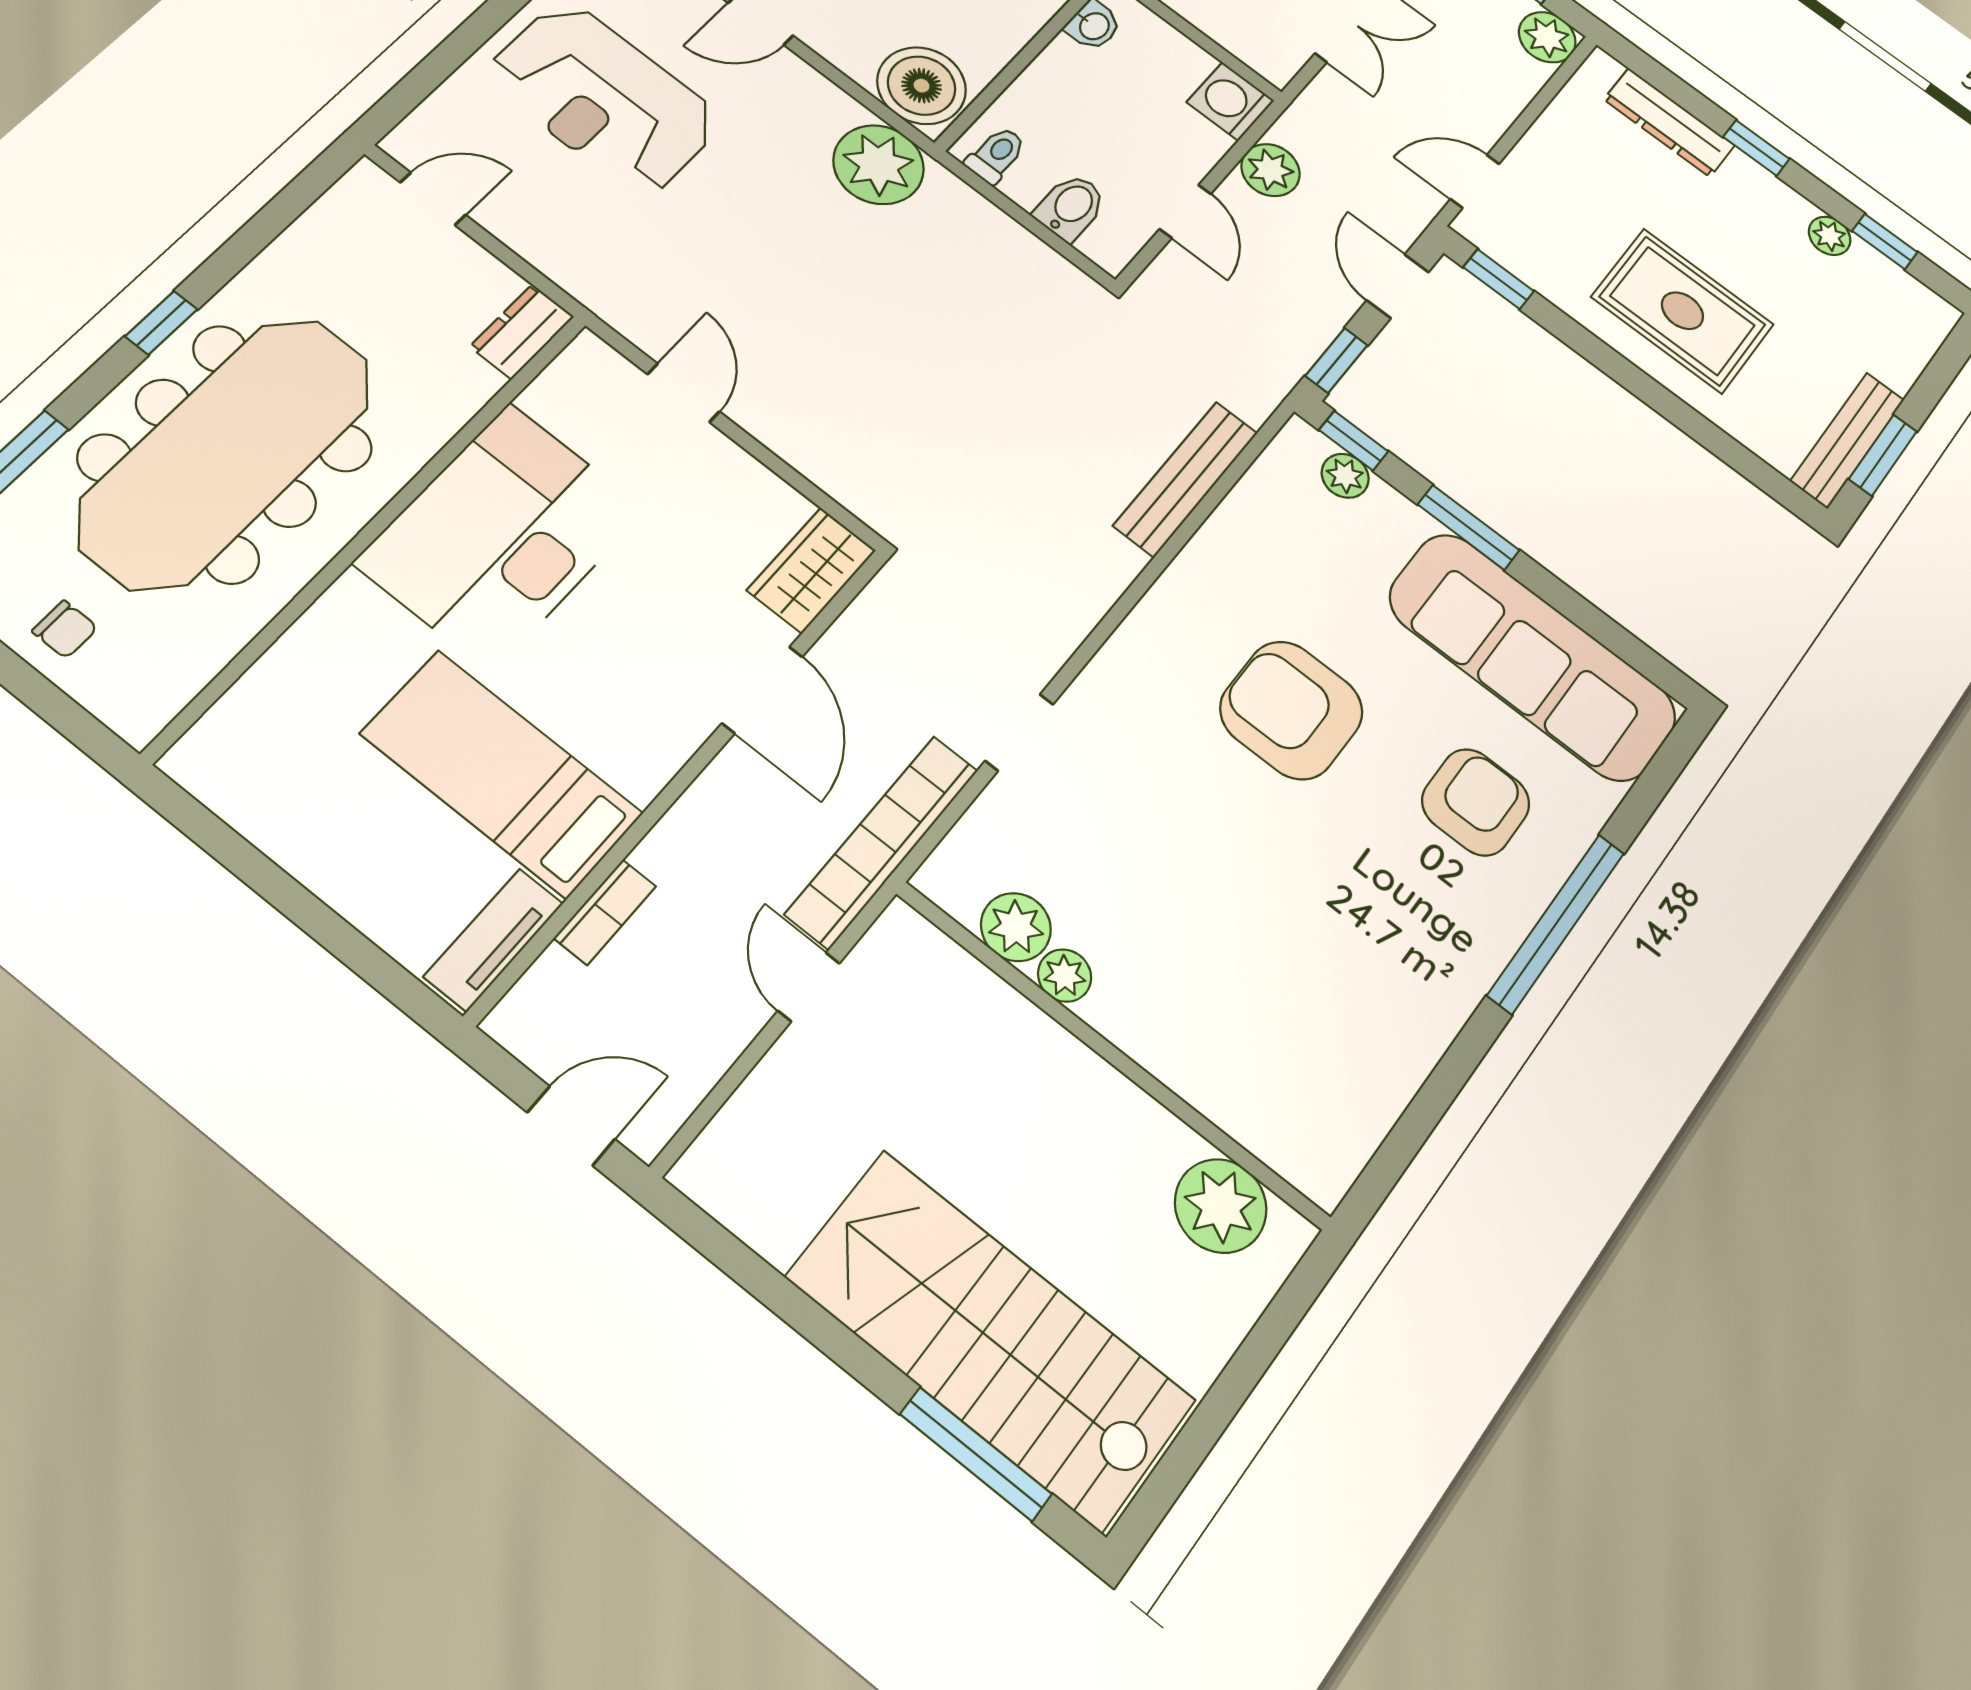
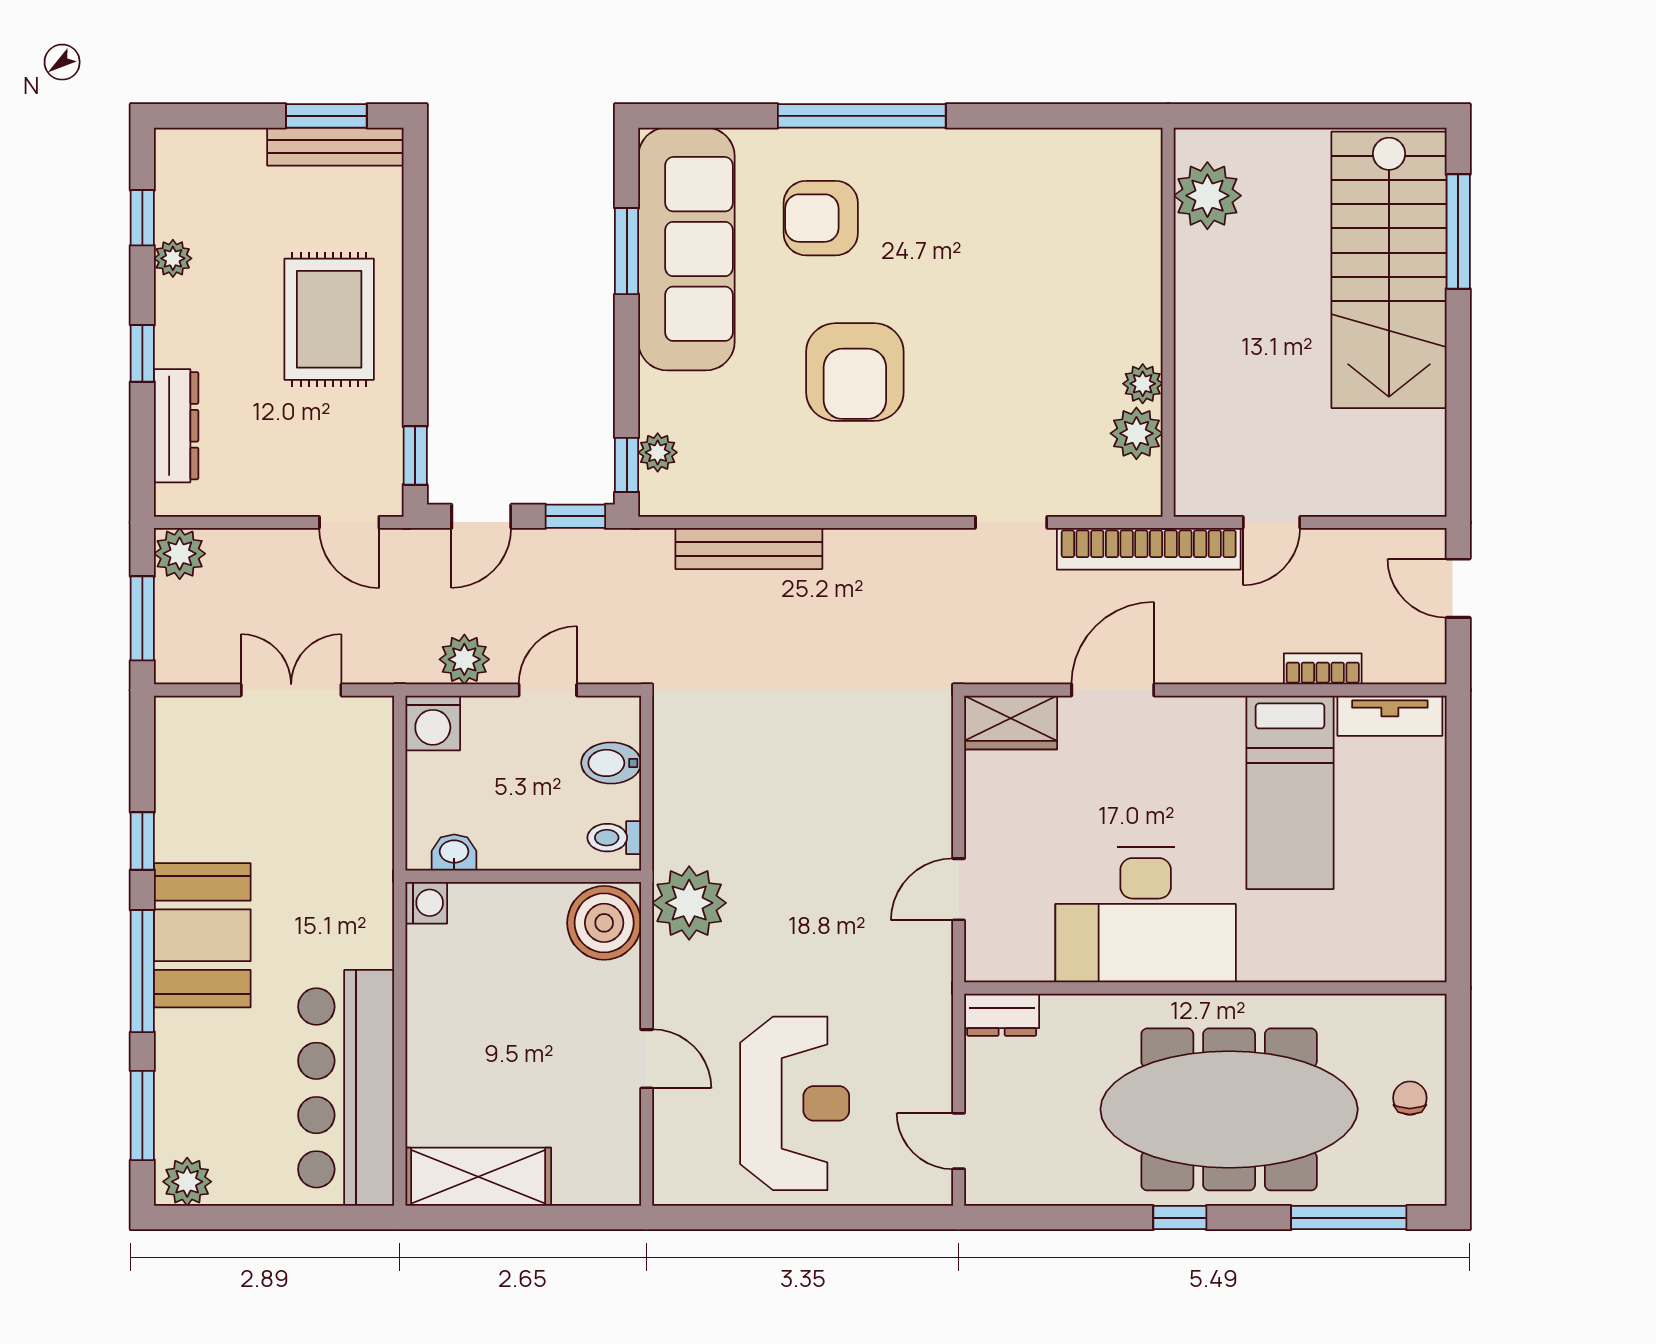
window: (1468, 527) -> (627, 251), moved

